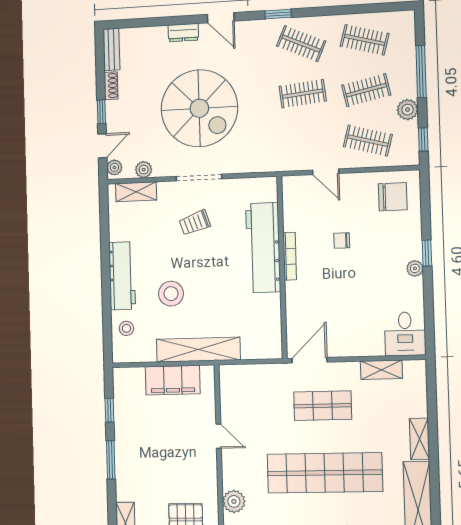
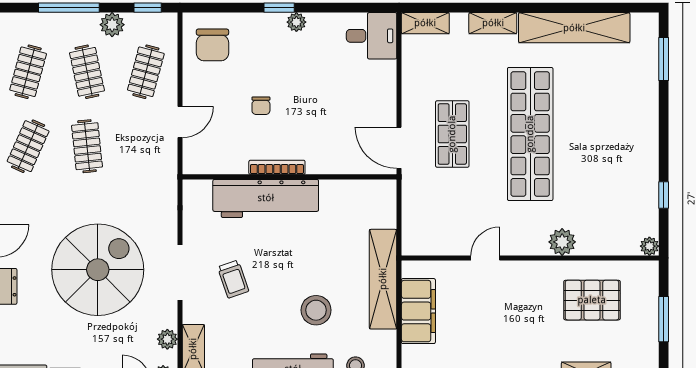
chair: (393, 197) -> (212, 45), turned 180
shelving: (381, 370) -> (425, 23), moved, turned 90

